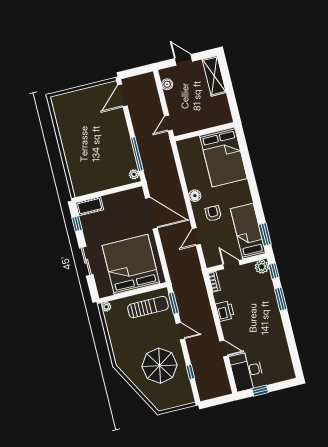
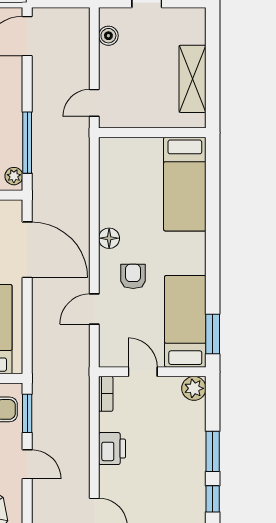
shelving: (214, 76) -> (193, 79), moved
bed: (223, 157) -> (185, 184), width x0.67
window: (274, 271) -> (213, 499), moved

